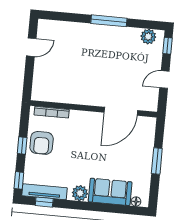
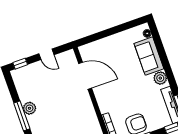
plant: (148, 37) -> (30, 108), moved
window: (157, 161) -> (110, 32), removed

